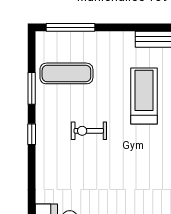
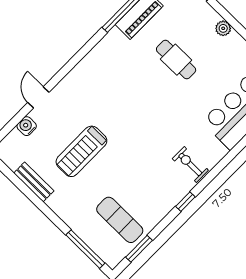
window: (32, 88) -> (139, 249), moved
exercise bike: (89, 131) -> (190, 164), moved, turned 180

